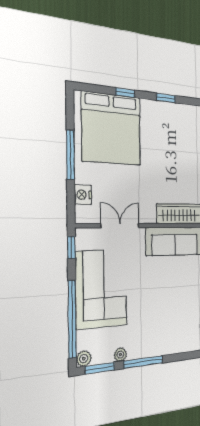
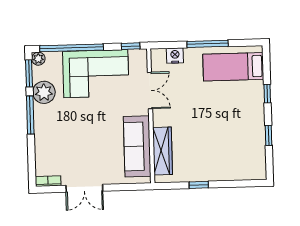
bed: (111, 129) -> (233, 67), width x0.49
plant: (120, 355) -> (44, 92), width x1.88, depth x1.88

